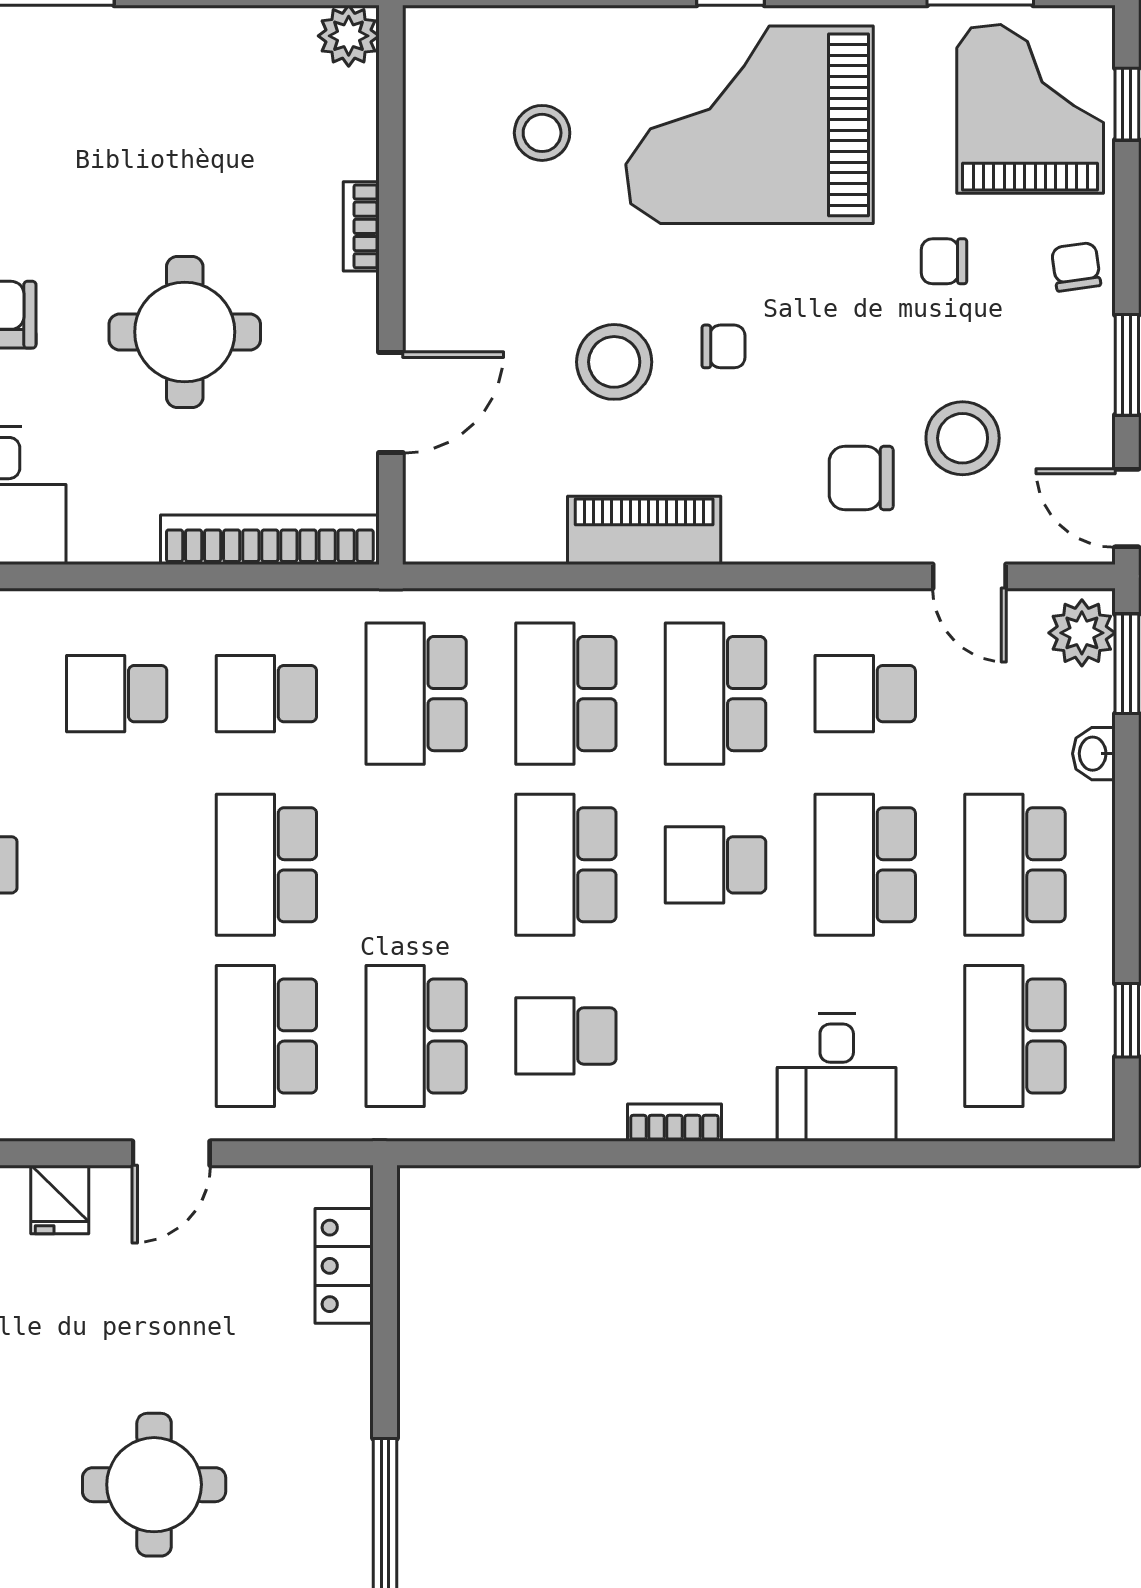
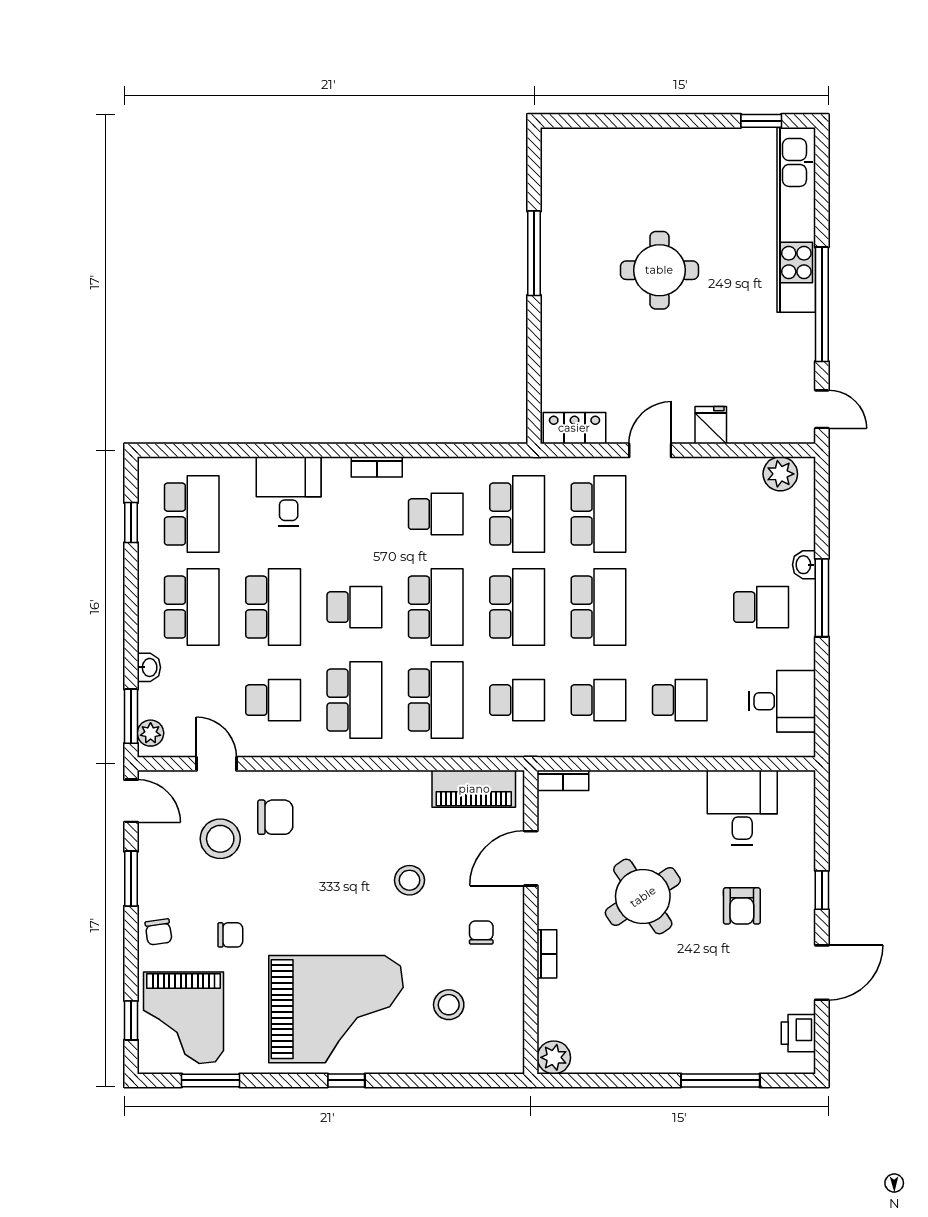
round table: (185, 332) -> (643, 897), turned -34
chair: (723, 346) -> (481, 933), moved, turned 90
stool: (614, 362) -> (409, 880), width x0.73, depth x0.73
piano: (644, 530) -> (474, 789), moved
bookcase: (270, 540) -> (563, 780), width x0.43, depth x0.76
plant: (1082, 633) -> (151, 733), width x0.73, depth x0.73
school desk: (416, 694) -> (517, 700), width x0.54
school desk: (416, 865) -> (517, 607), added
locker: (344, 1266) -> (574, 428), moved, turned -90

